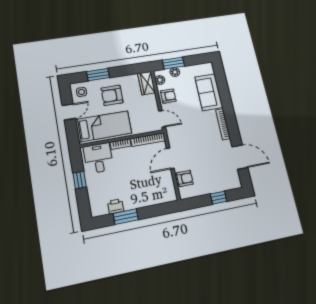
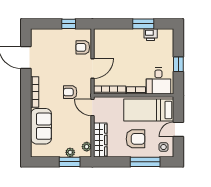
window: (98, 75) -> (145, 162), width x1.44
wardrobe: (146, 83) -> (100, 140), width x1.50
armchair: (168, 96) -> (70, 92), moved
window: (219, 198) -> (69, 24), moved

